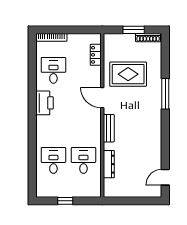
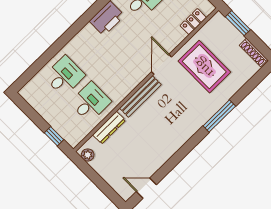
window: (134, 30) -> (238, 23), moved
bench: (109, 128) -> (140, 96), width x1.36
plant: (112, 192) -> (88, 155), added
window: (65, 201) -> (54, 136), moved

